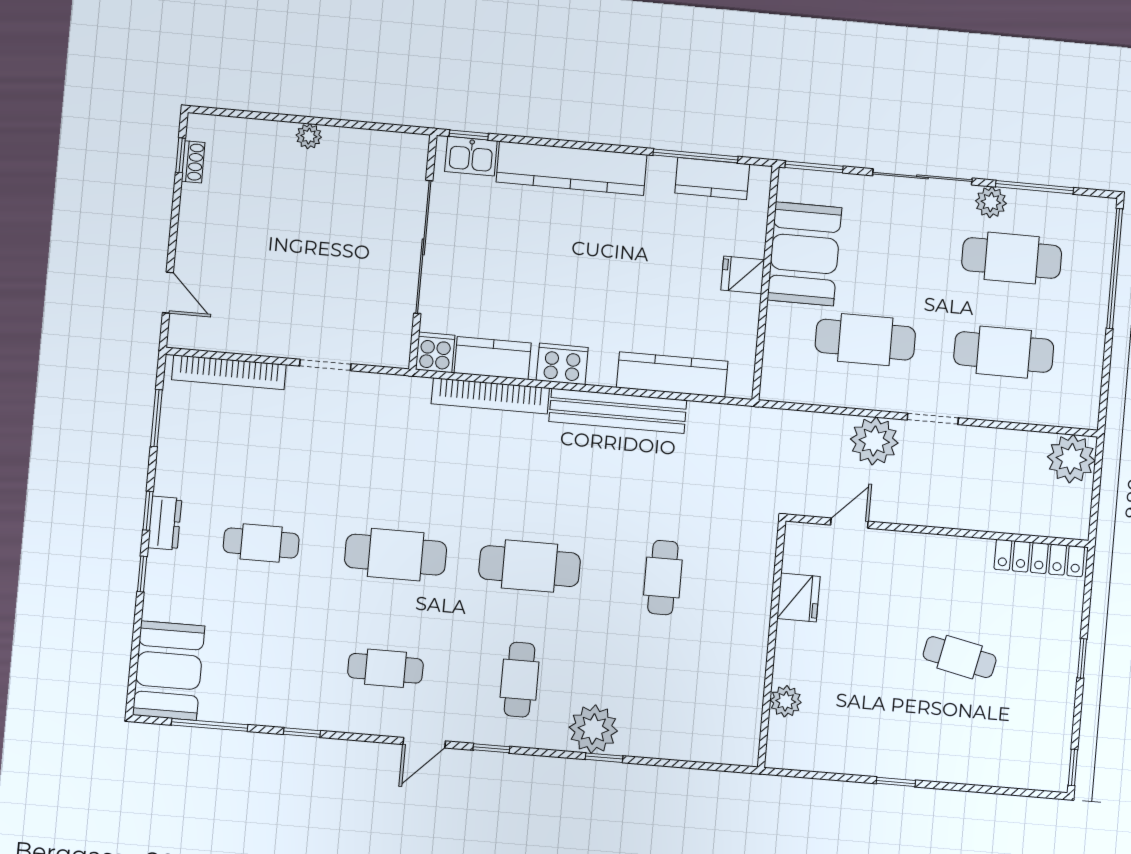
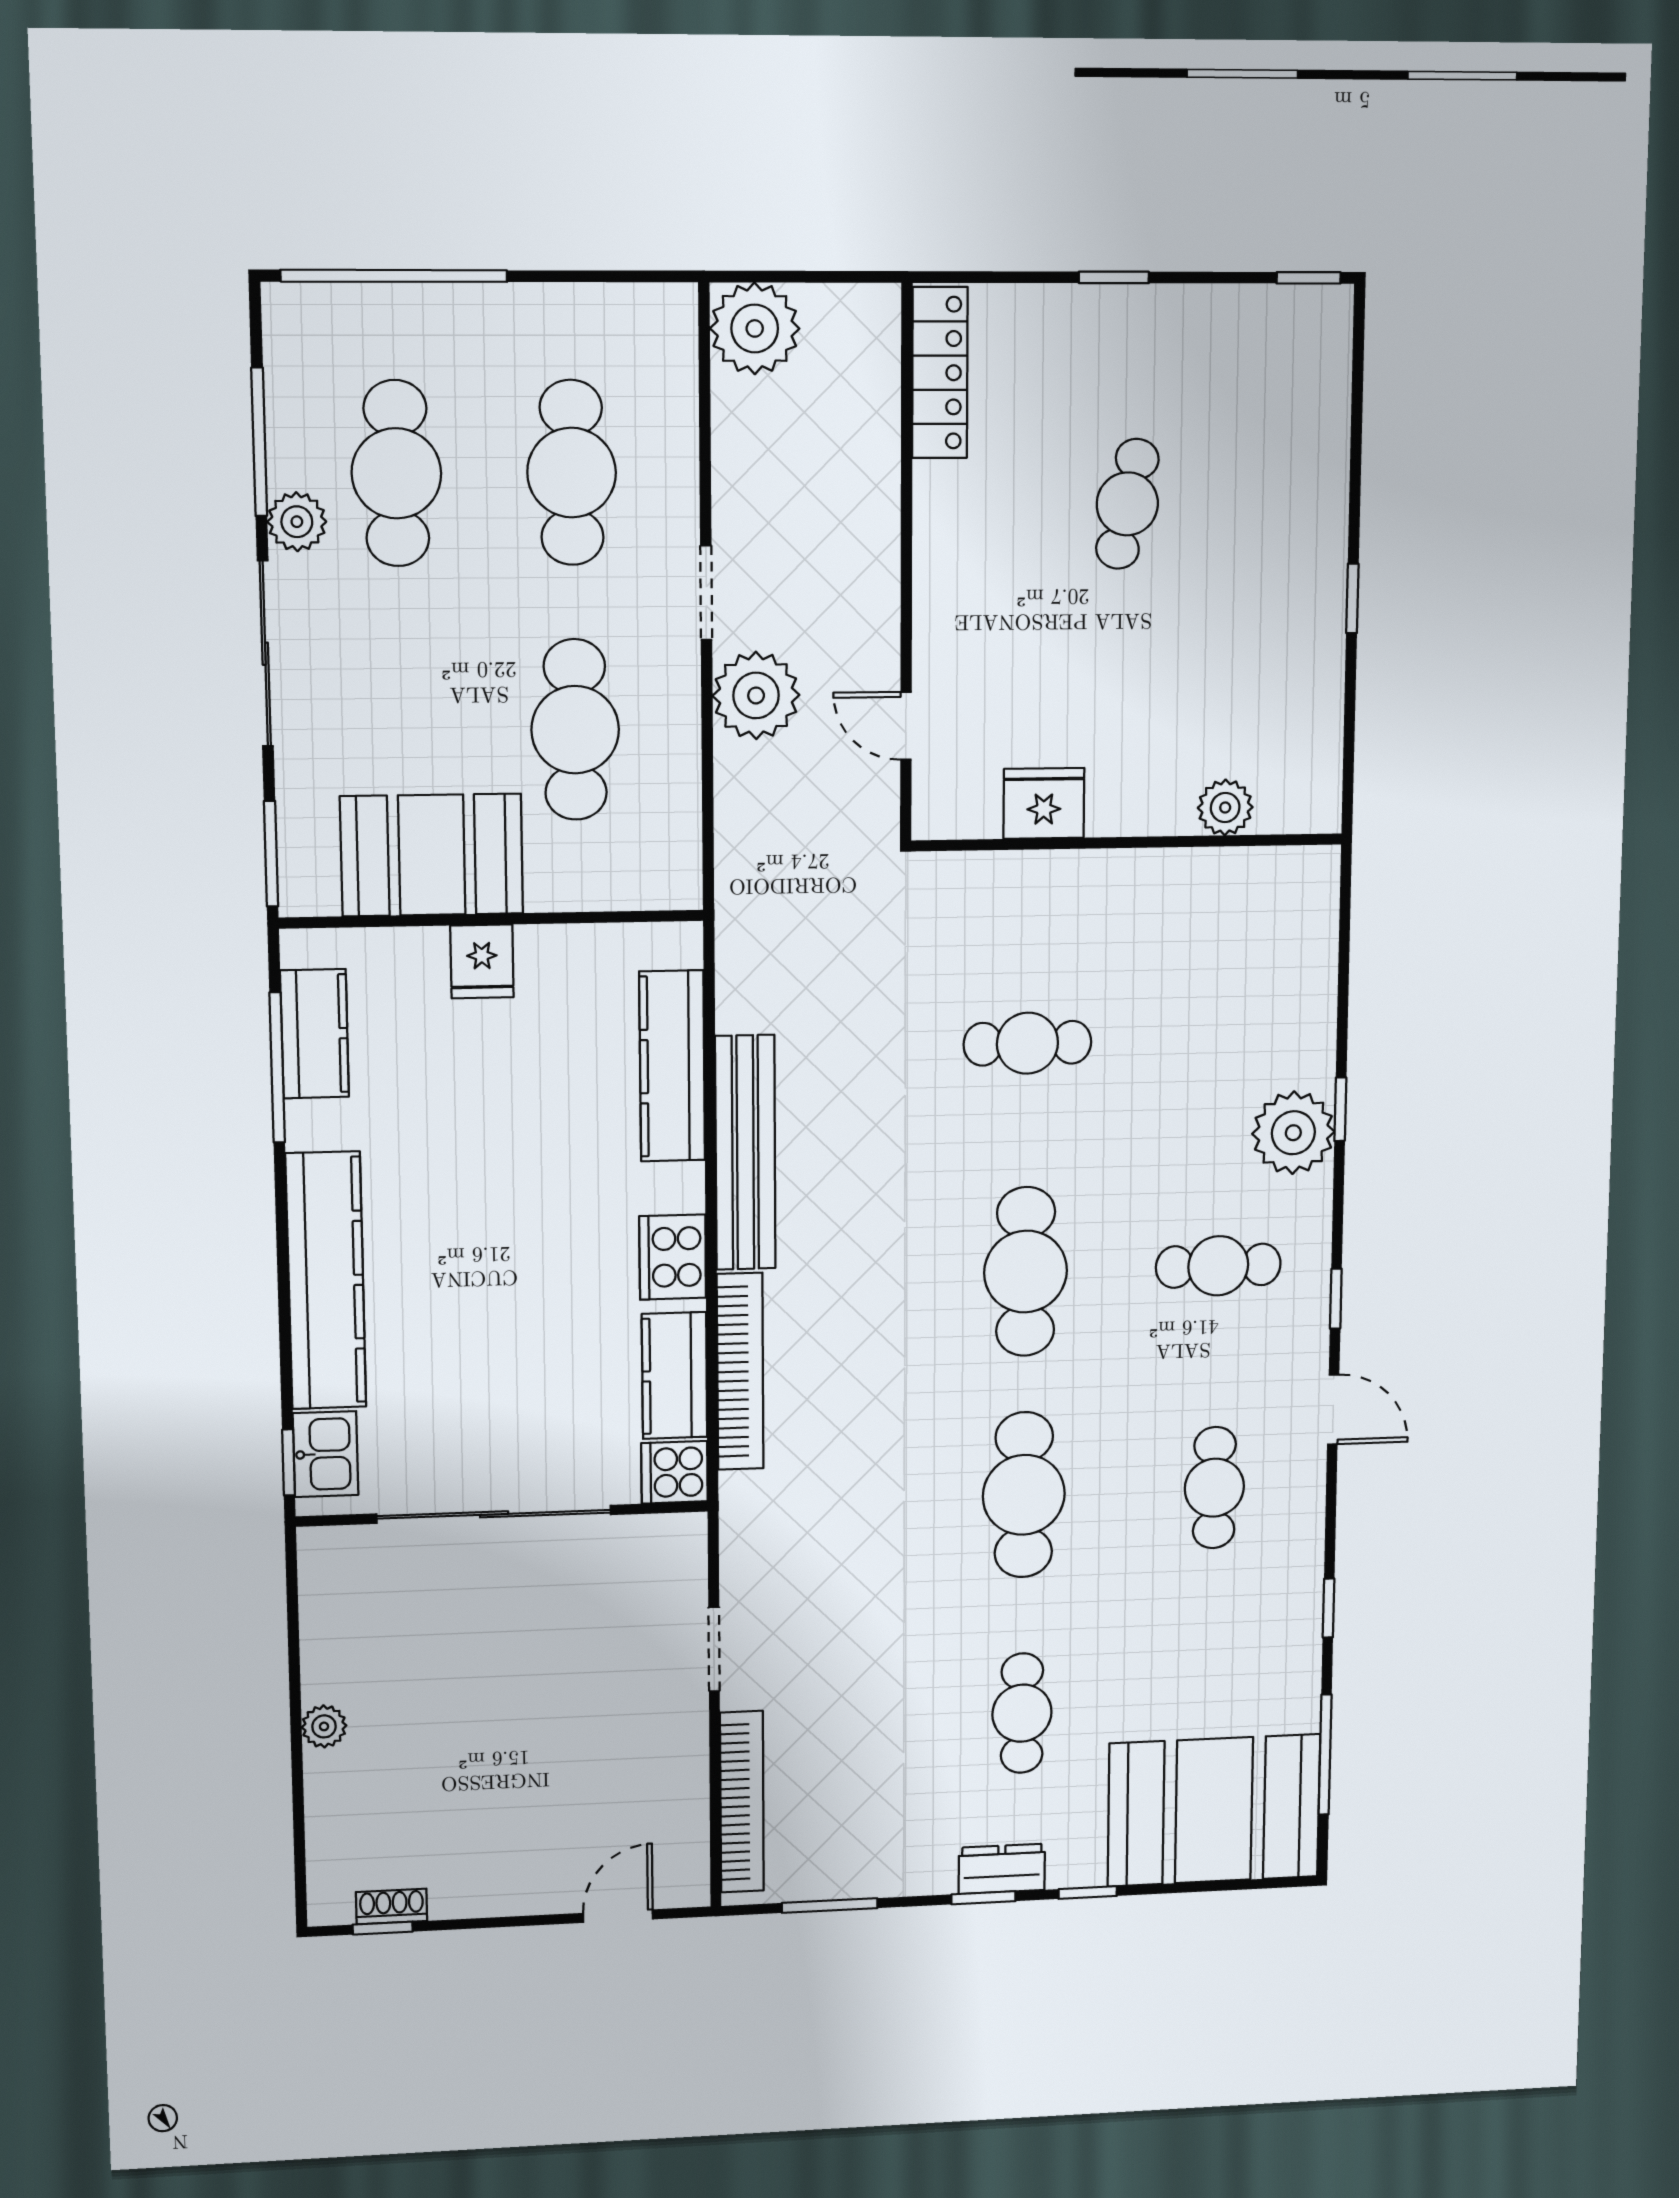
booth: (169, 671) -> (1214, 1810), width x1.36, depth x1.42

